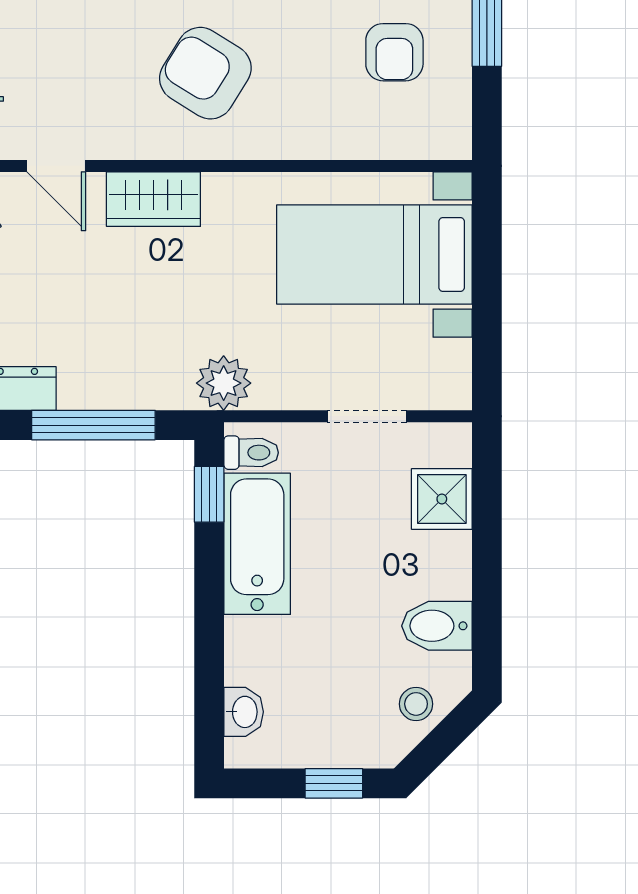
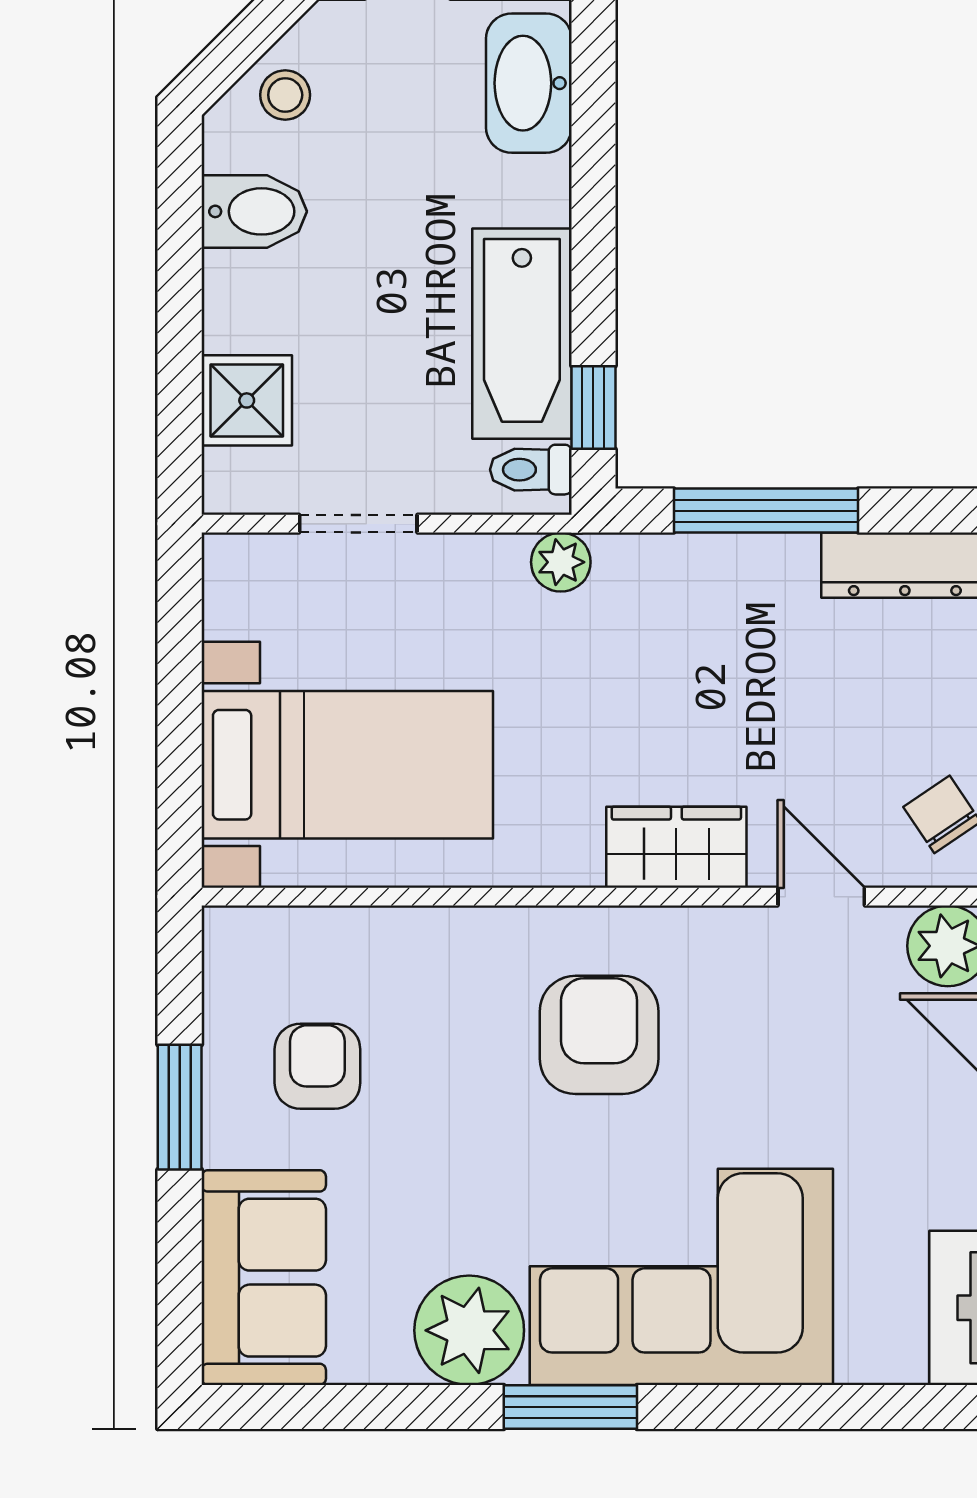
armchair: (205, 73) -> (599, 1035), turned -122
plant: (224, 383) -> (561, 562), width x0.73, depth x0.73
washbasin: (244, 712) -> (529, 83), width x1.91, depth x1.45

